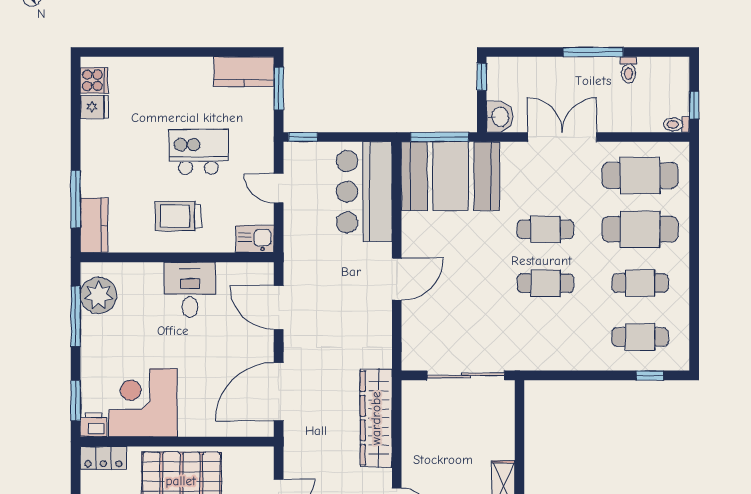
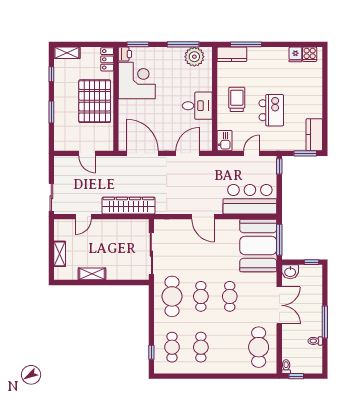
cafe table: (640, 229) -> (172, 296), moved

